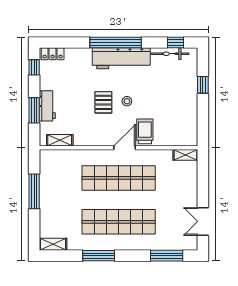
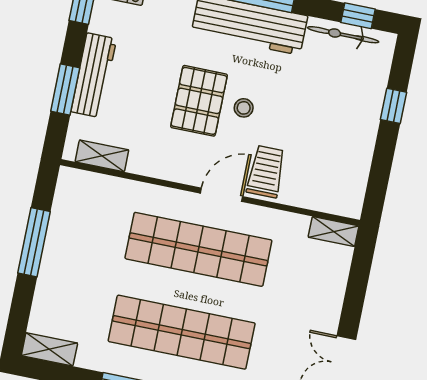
pallet: (103, 102) -> (199, 101), width x1.50, depth x1.42
workbench: (47, 106) -> (94, 75), width x1.38

